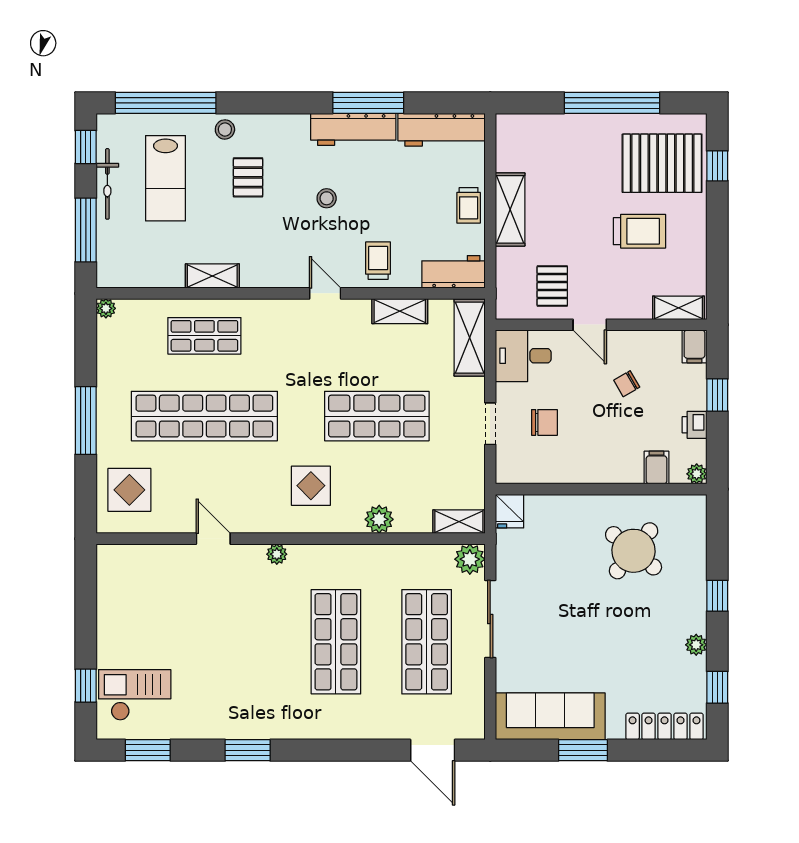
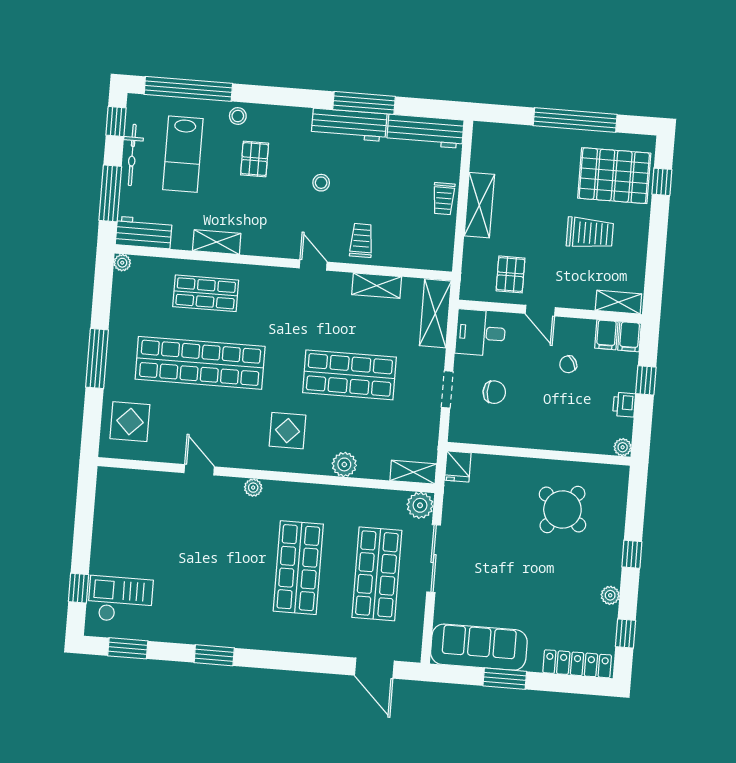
workbench: (453, 272) -> (144, 233), moved
filing cabinet: (657, 468) -> (606, 335), moved, turned 180

